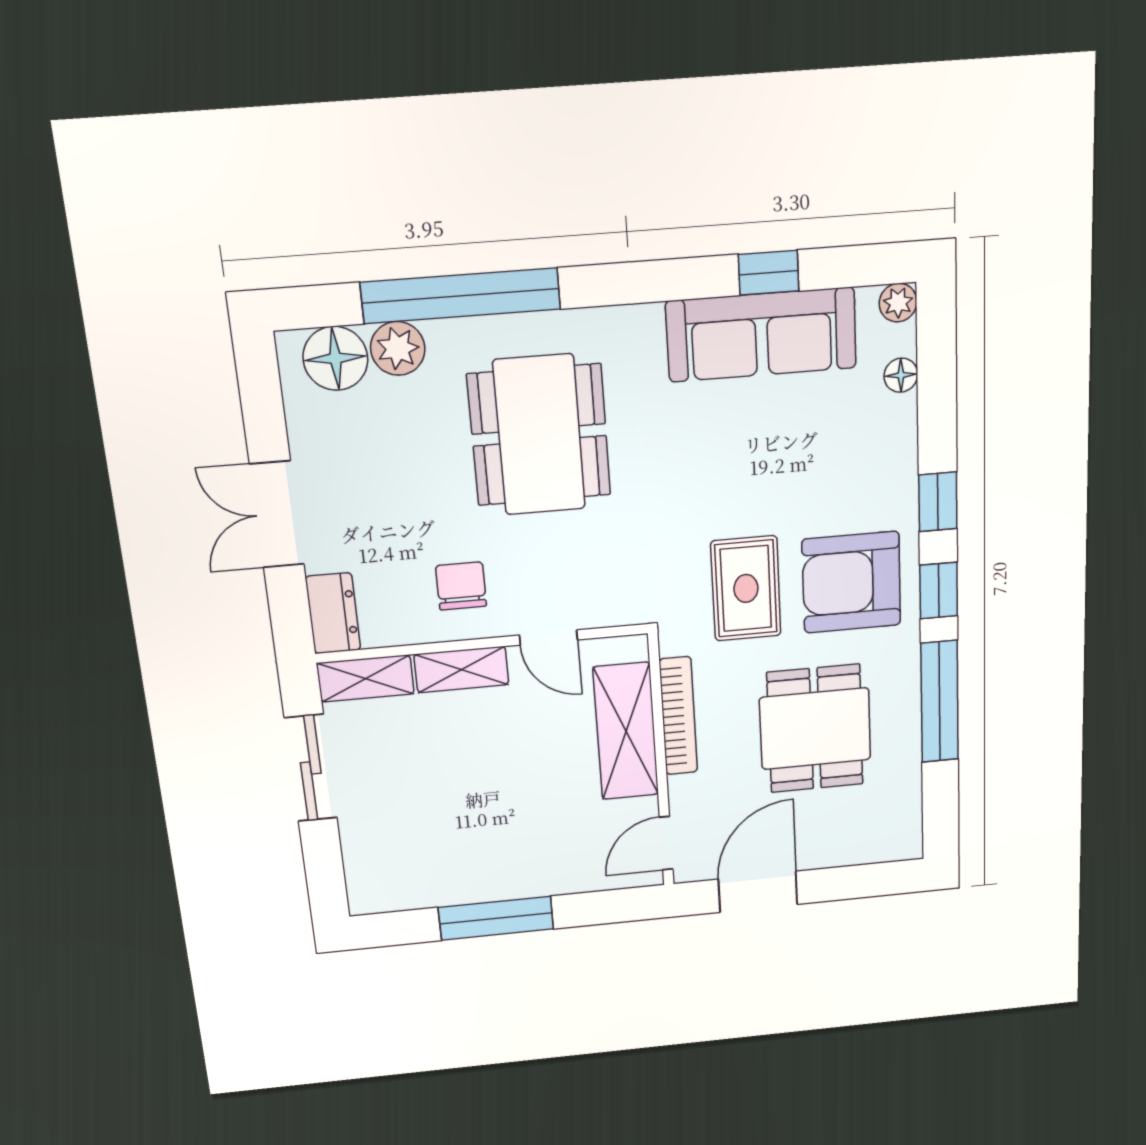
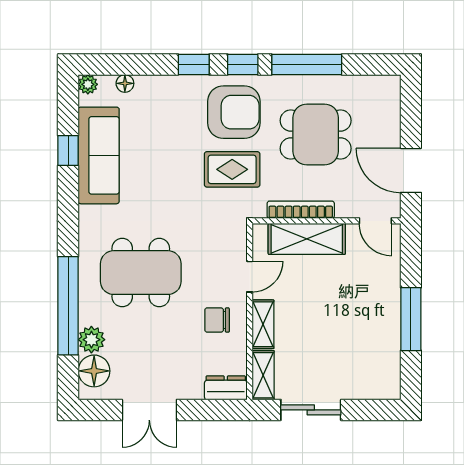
double door: (277, 514) -> (149, 410), moved
armchair: (851, 582) -> (234, 112), turned -90

